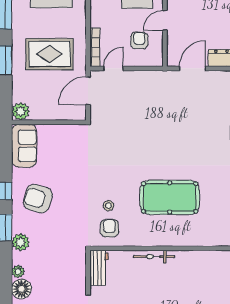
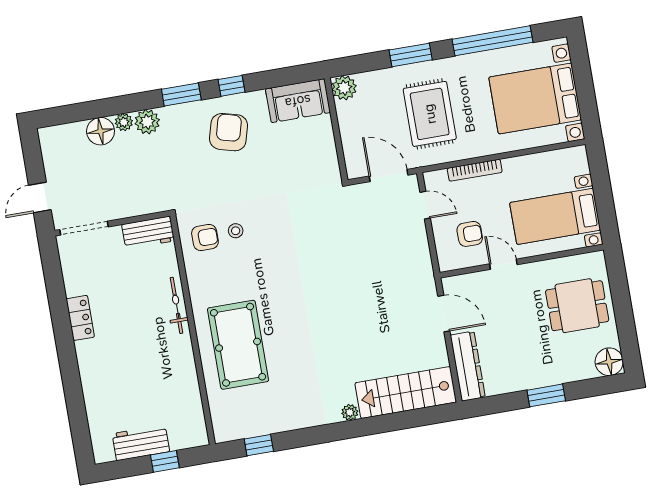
bookcase: (95, 47) -> (475, 170), moved
pool table: (170, 197) -> (238, 345), moved
plant: (21, 242) -> (147, 122), moved

